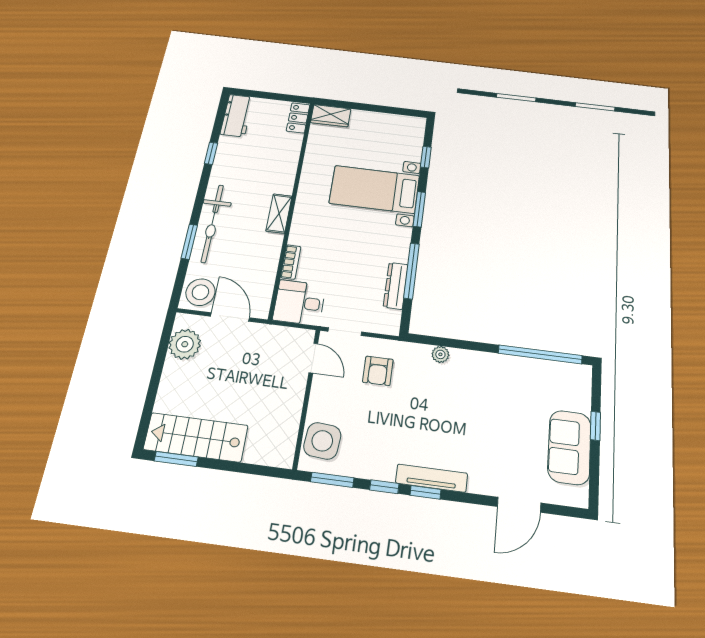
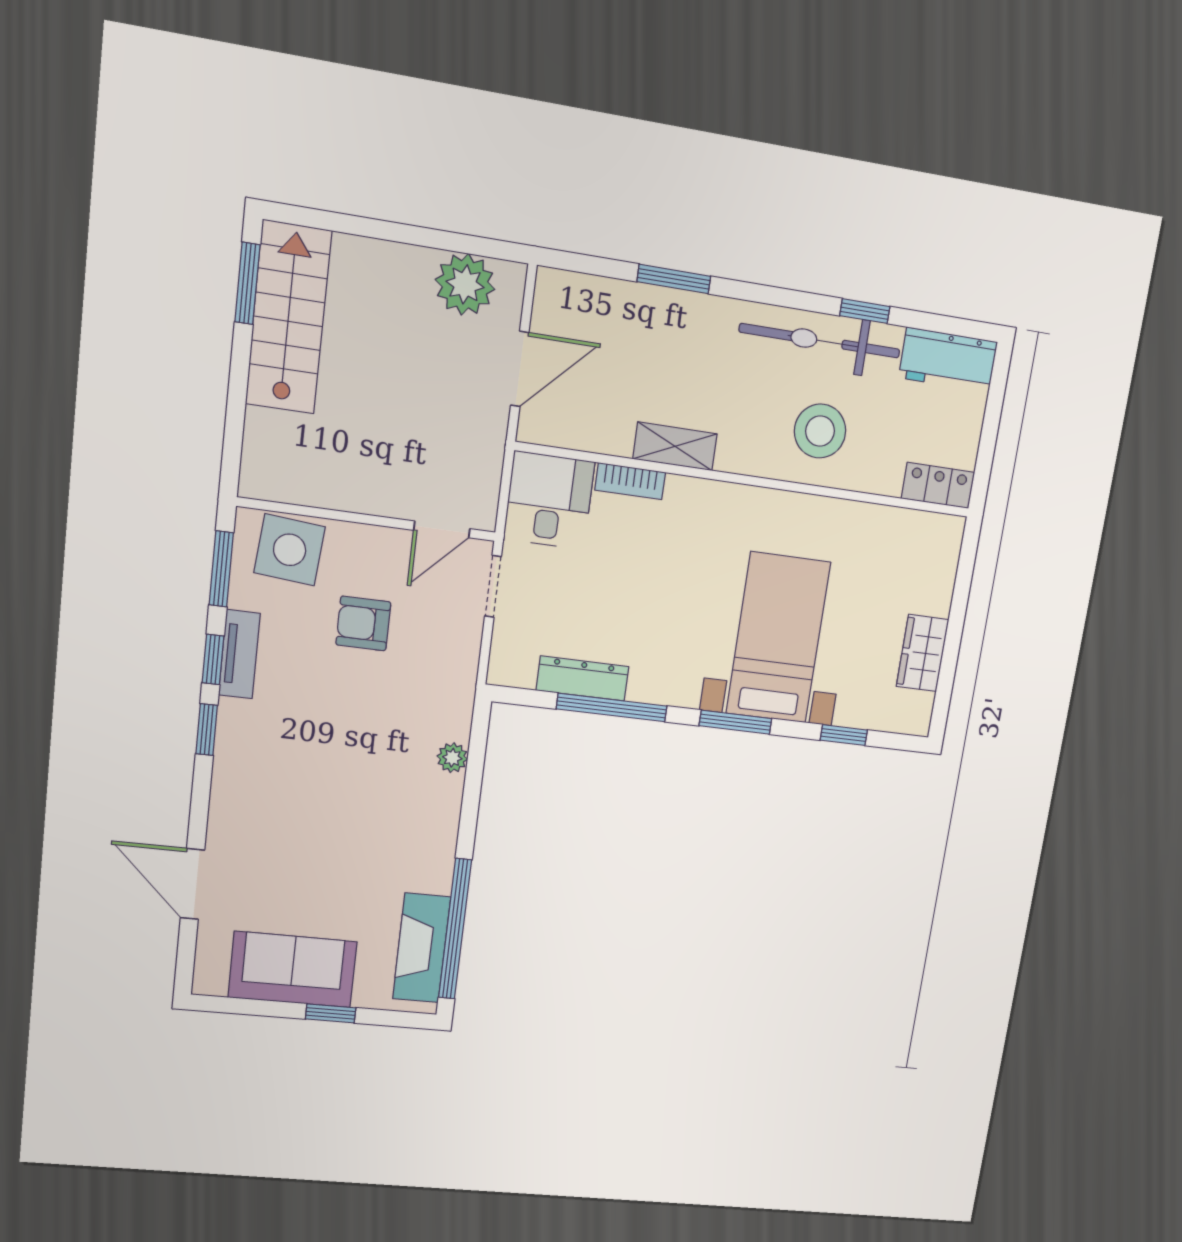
wardrobe: (331, 116) -> (922, 653), moved
shelving: (279, 214) -> (675, 446), moved
bicycle: (212, 223) -> (820, 341), moved
stool: (200, 292) -> (820, 431), moved
armchair: (378, 371) -> (363, 623), moved
fireplace: (552, 373) -> (422, 948), added
tv unit: (432, 478) -> (239, 654), moved, width x0.71

